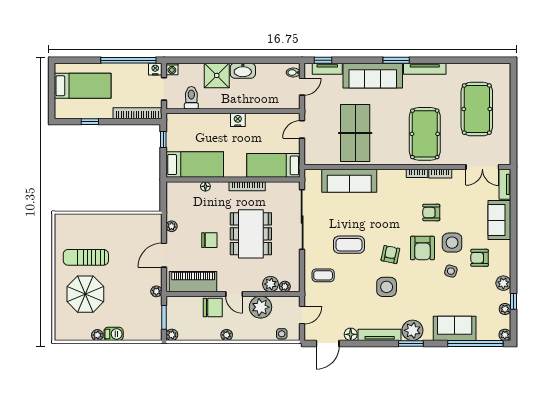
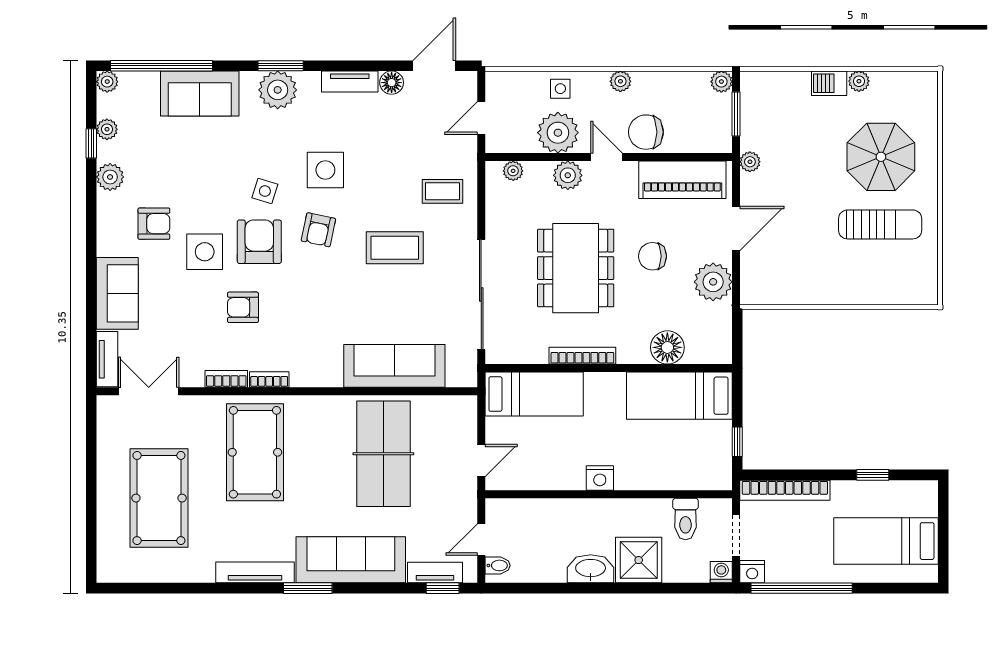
floor lamp: (205, 186) -> (667, 347), width x1.89, depth x1.89
armchair: (431, 212) -> (243, 307), turned 180
plant: (172, 226) -> (713, 282), width x1.88, depth x1.88
side table: (451, 271) -> (265, 191), moved
plant: (271, 284) -> (568, 175), moved
side table: (282, 334) -> (560, 89), moved
tv unit: (380, 335) -> (350, 82), width x0.71

